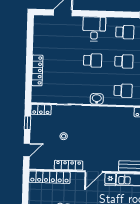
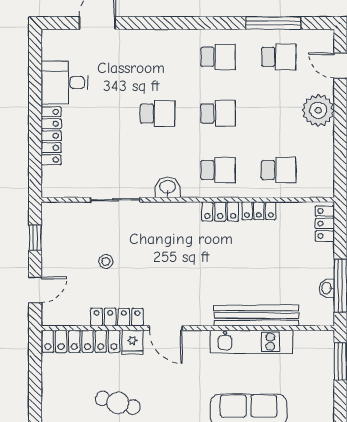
desk: (94, 29) -> (65, 83), moved, turned -90
locker: (41, 110) -> (220, 211), moved
door: (94, 172) -> (166, 328), hinge flipped
fridge: (110, 179) -> (132, 342), moved

